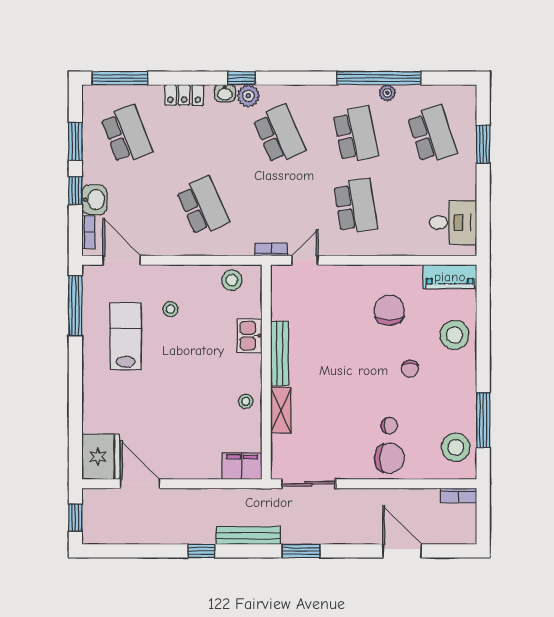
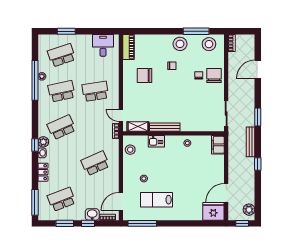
stool: (454, 335) -> (180, 44), moved
shelving: (281, 410) -> (138, 127), moved
plant: (105, 532) -> (249, 210), added

